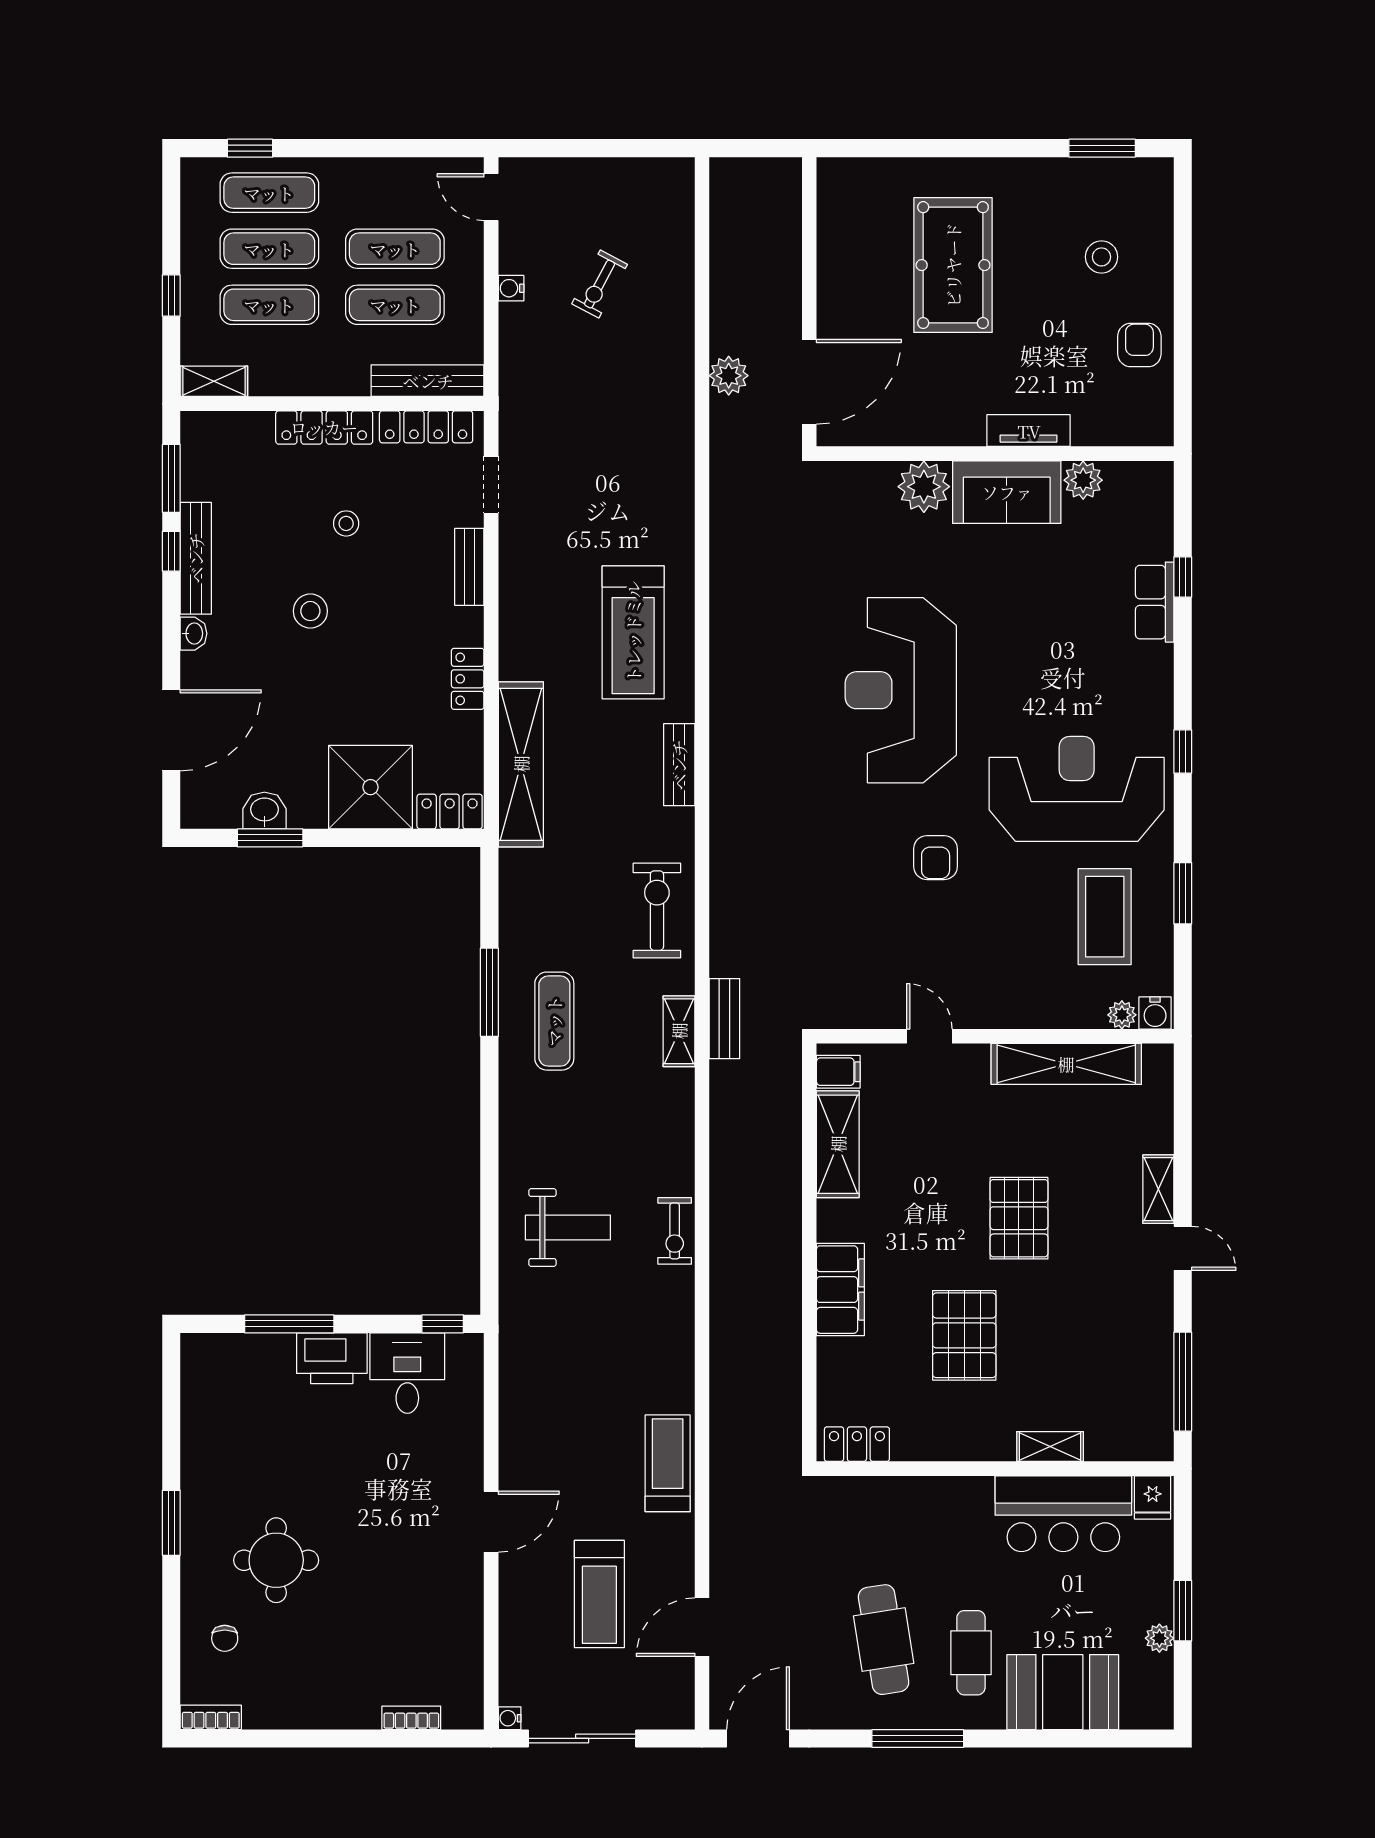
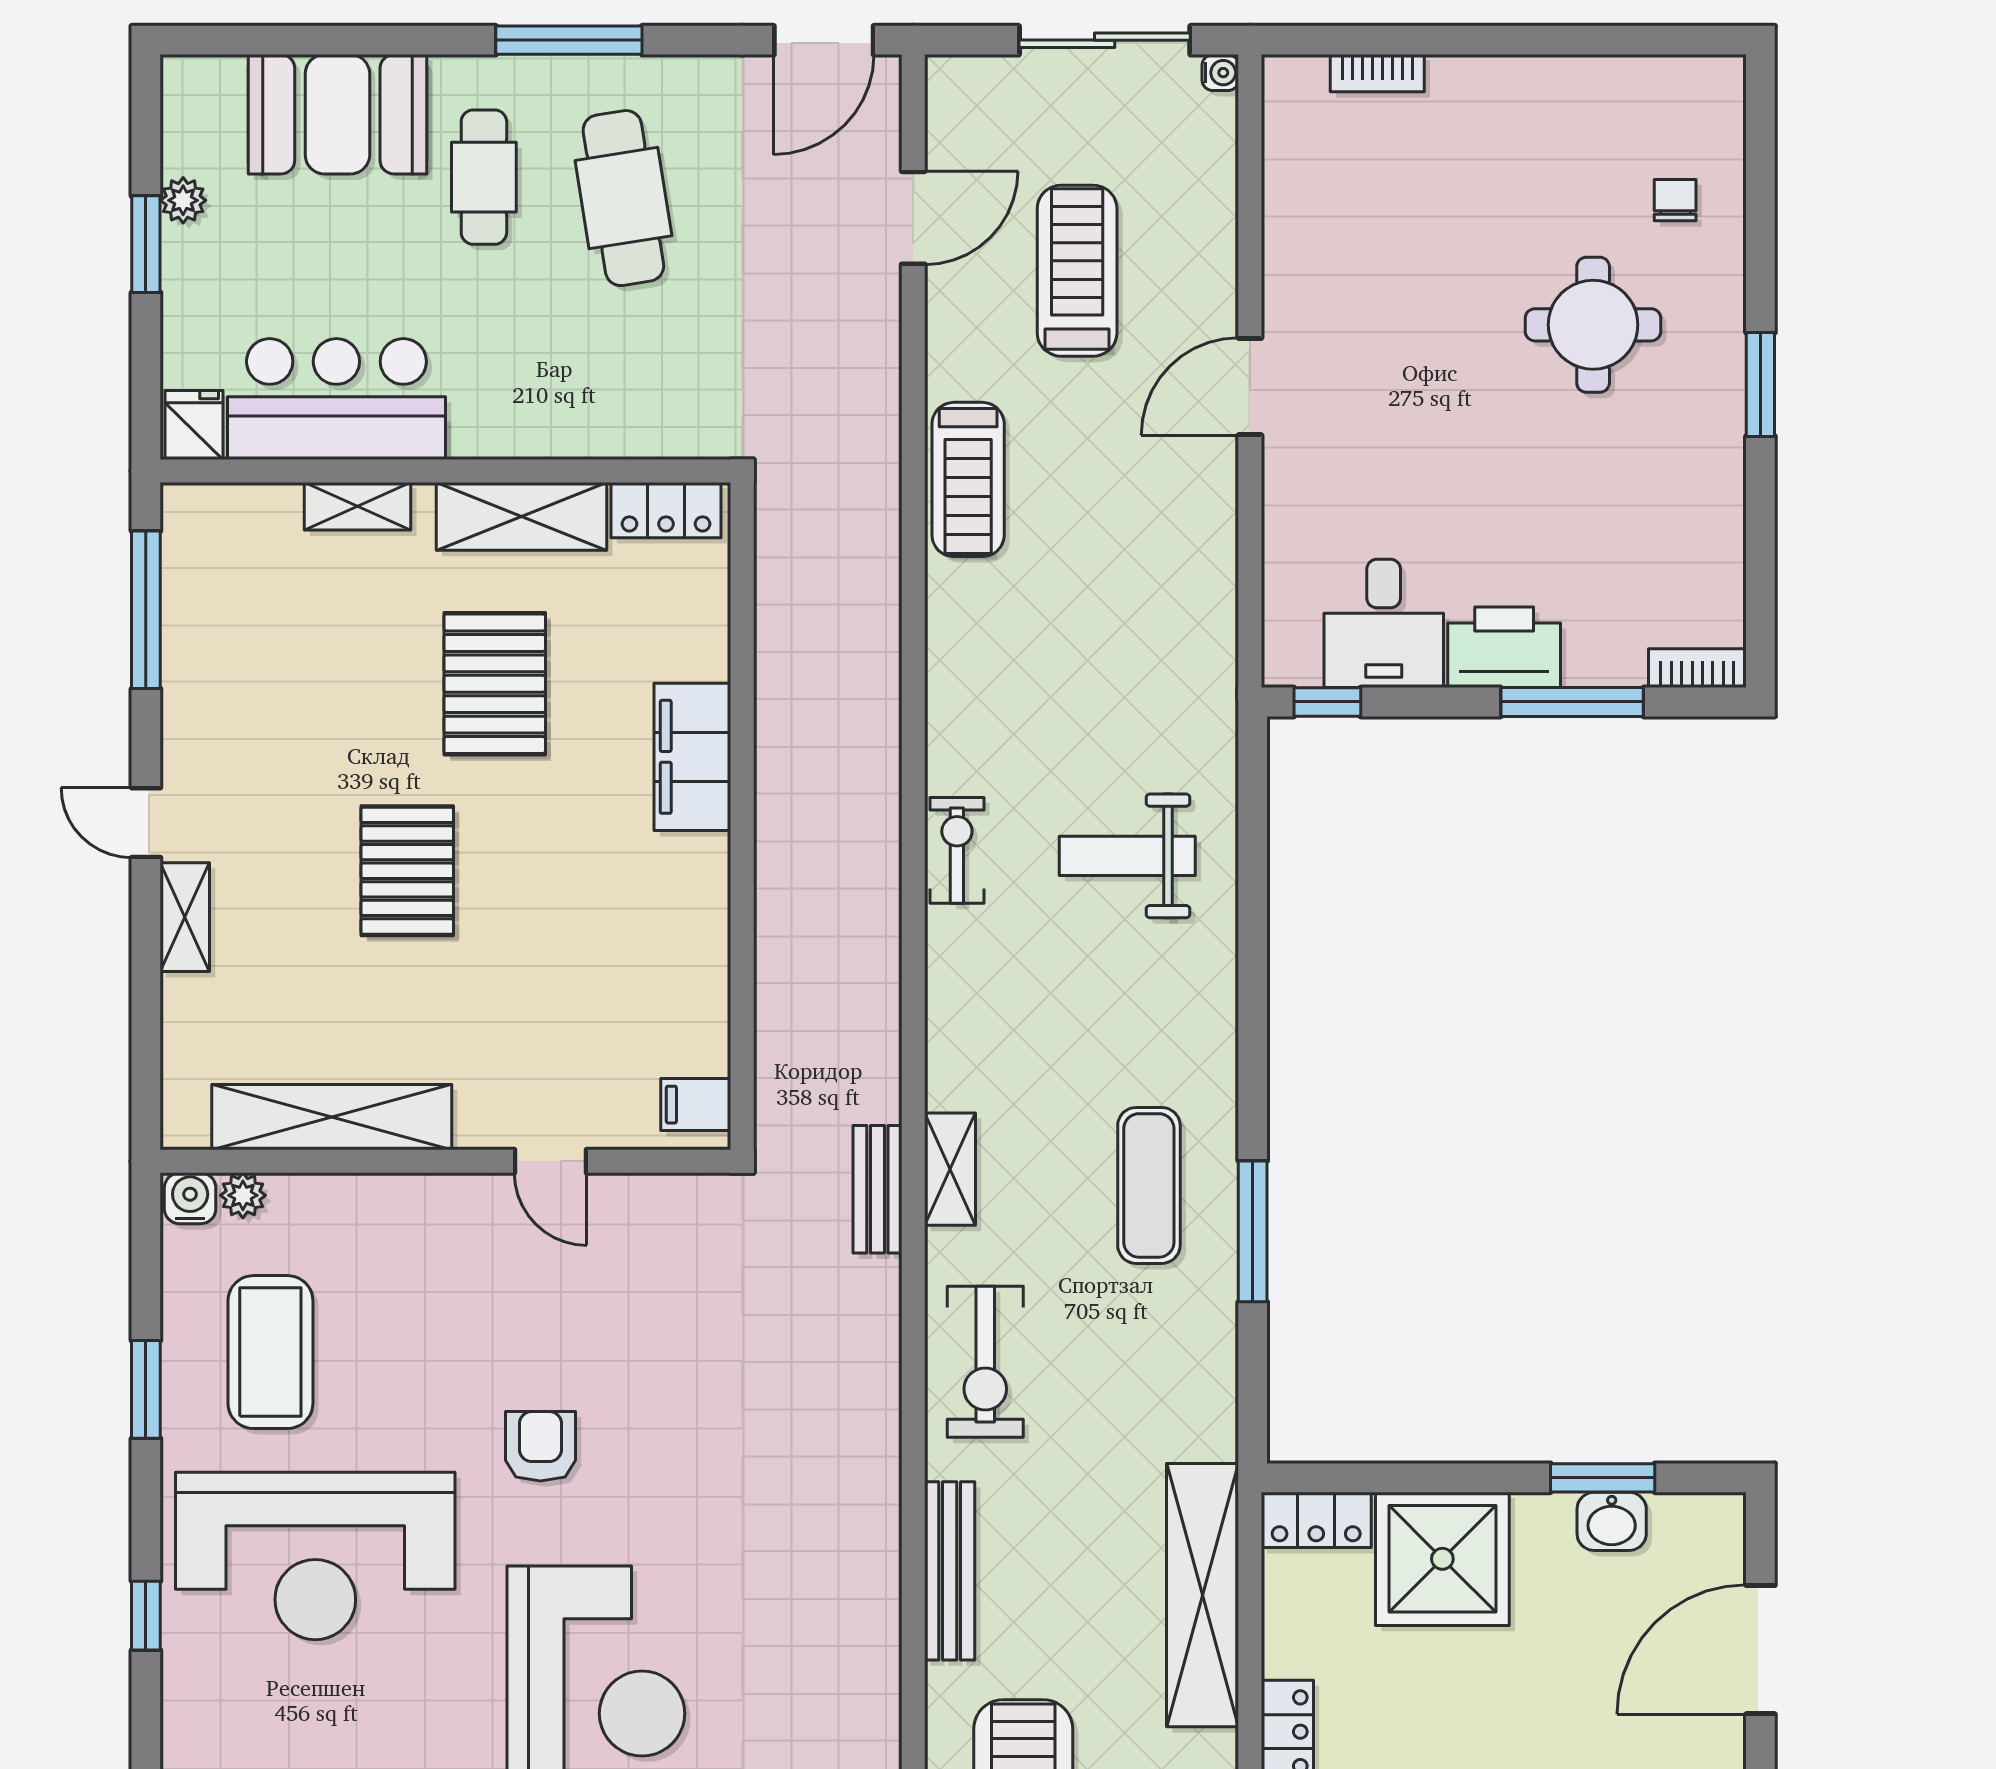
bench: (679, 765) -> (950, 1571), width x1.36
shelving: (838, 1144) -> (522, 516), moved, turned 90
bookcase: (211, 1717) -> (1697, 668), moved, turned 180

